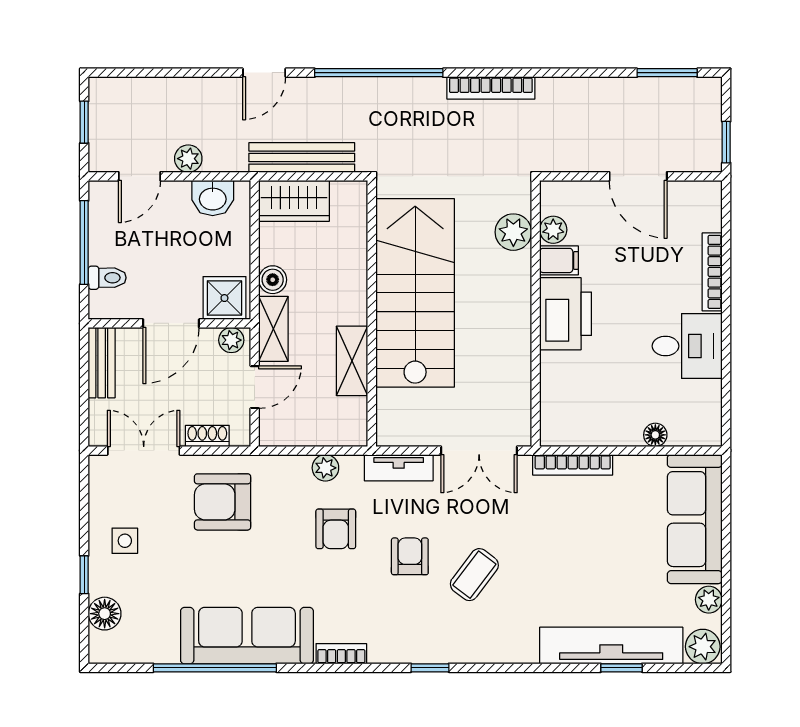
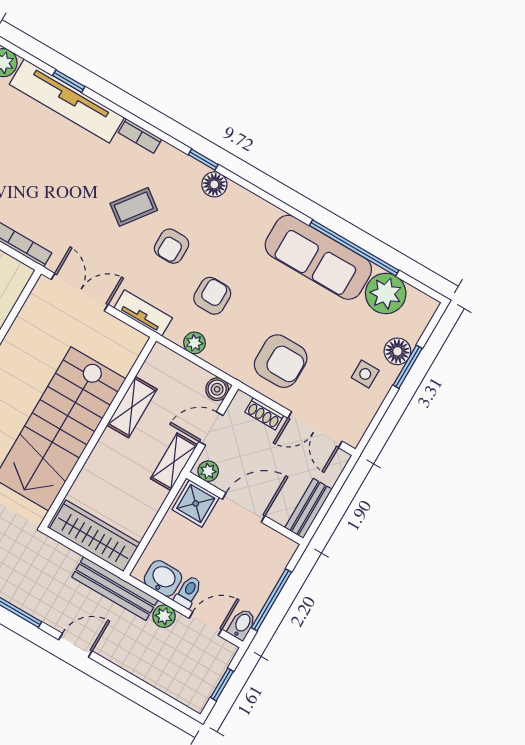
bench: (302, 158) -> (115, 588), moved
bidet: (100, 198) -> (242, 624), added
wardrobe: (294, 201) -> (95, 536), width x1.50
toilet: (107, 278) -> (188, 592), moved, turned 90
boiler: (273, 280) -> (217, 389), moved
window: (84, 575) -> (408, 367), width x1.50
floor lamp: (105, 614) -> (397, 351), moved
plant: (153, 639) -> (386, 293), added
floor lamp: (403, 648) -> (214, 184), added
bookcase: (341, 654) -> (140, 136), moved

